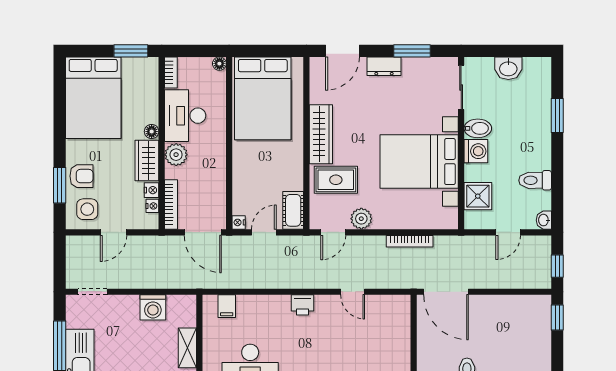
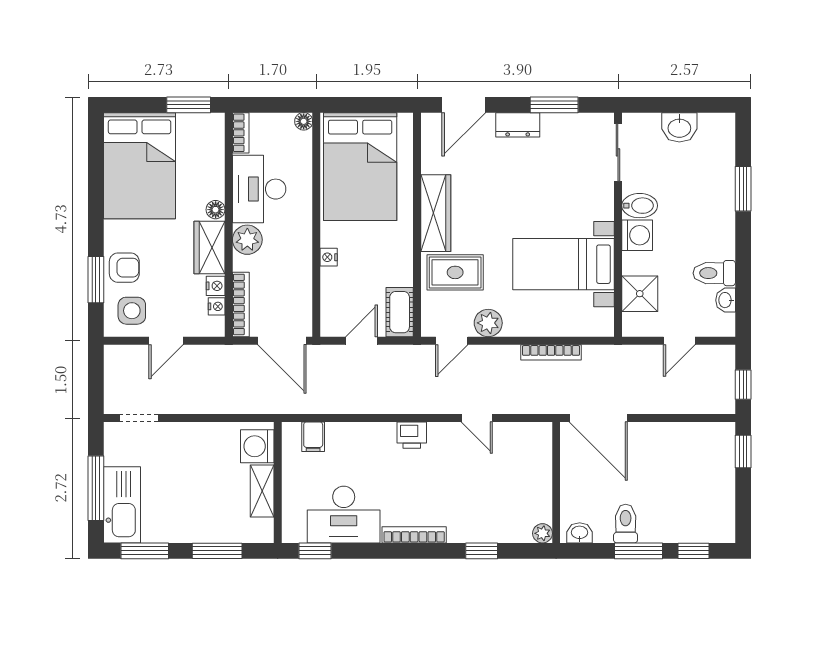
bed with nightstands: (419, 162) -> (563, 264), width x0.73
washbasin: (544, 220) -> (726, 300), moved
nightstand: (239, 222) -> (329, 257), moved
washing machine: (153, 307) -> (257, 446), moved, turned 90

